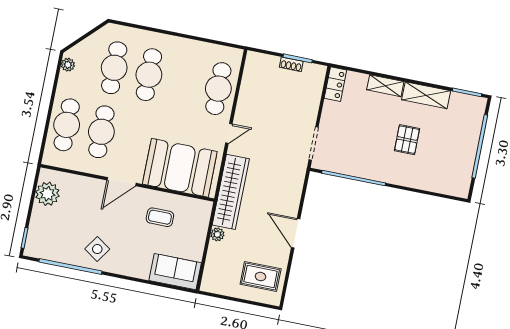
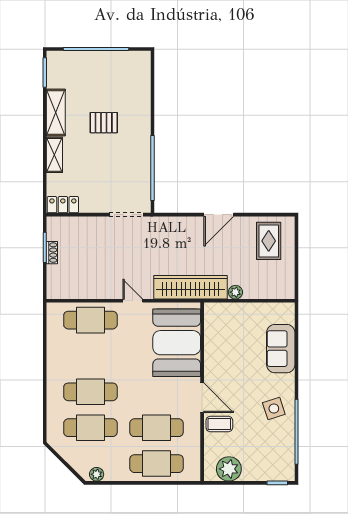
coffee table: (160, 217) -> (219, 424), moved, turned 90
side table: (97, 249) -> (274, 409), turned 38
sofa: (175, 272) -> (281, 349), moved

